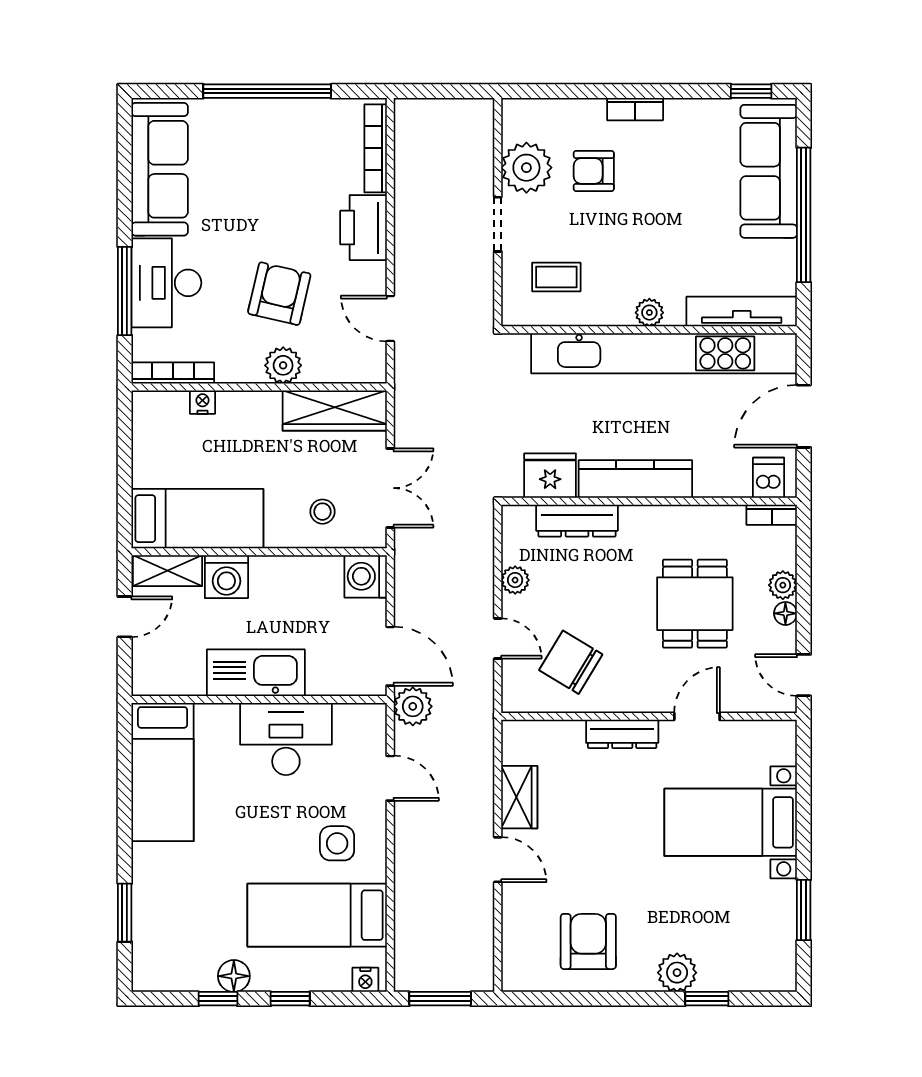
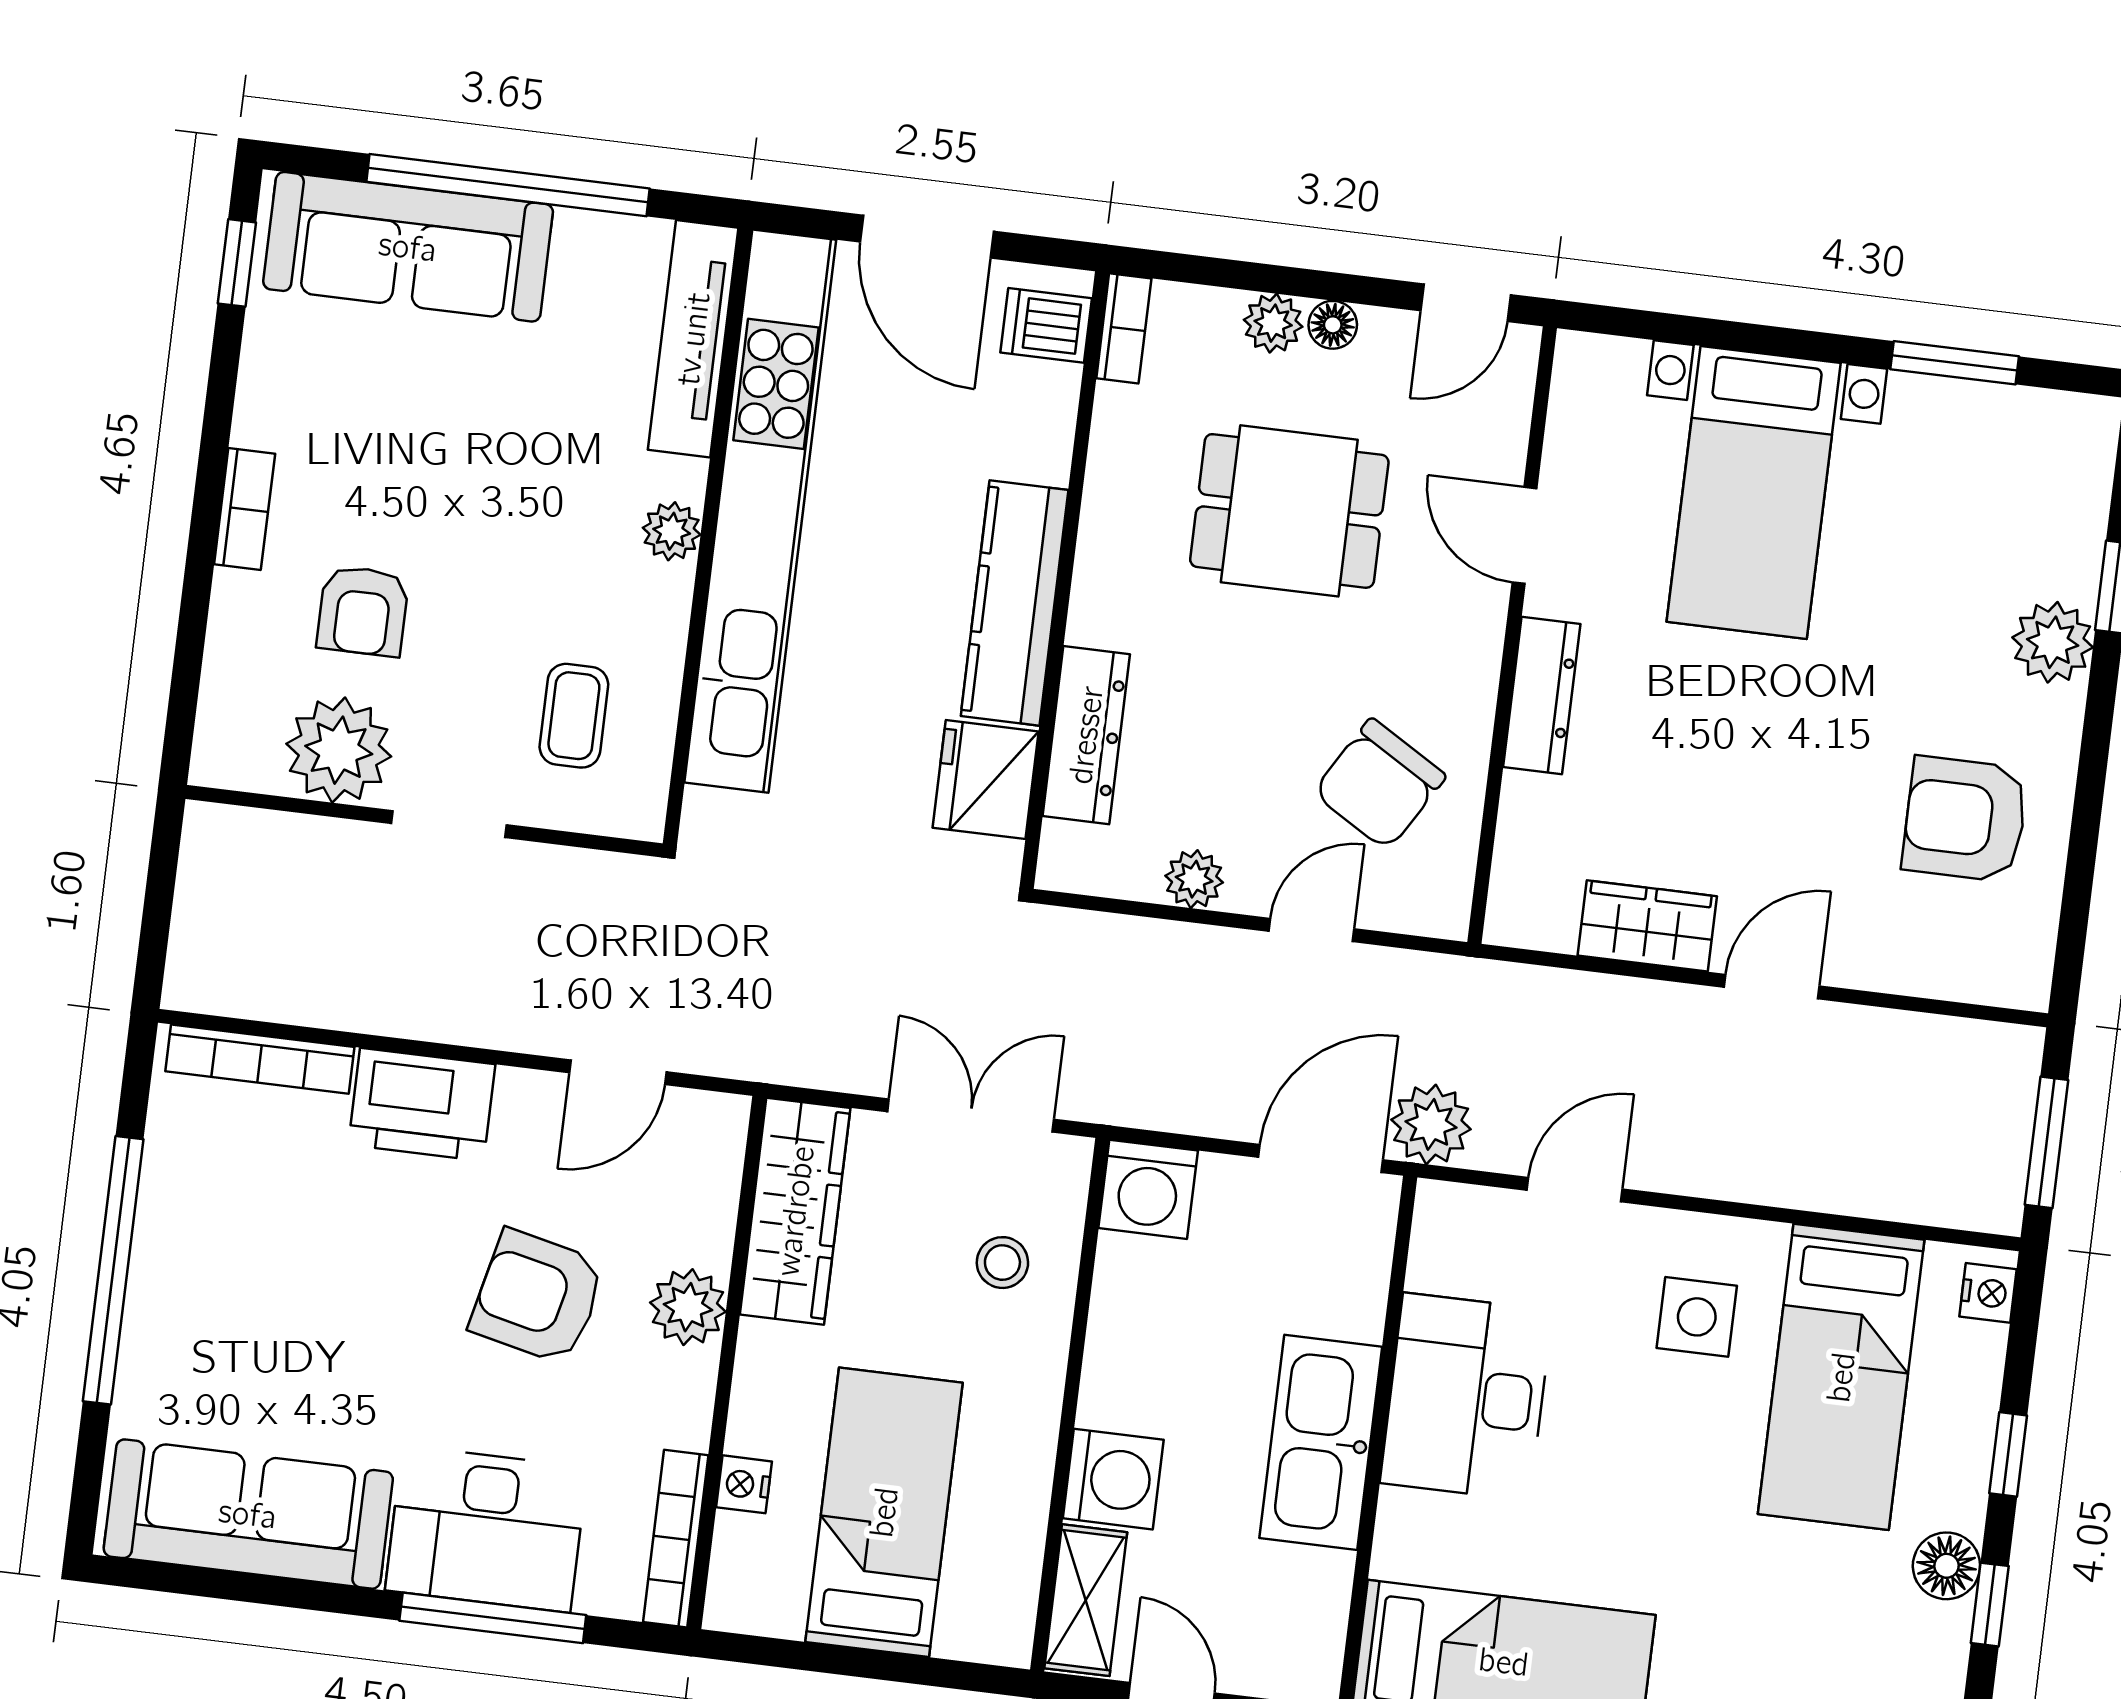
bed: (197, 519) -> (884, 1512), moved

